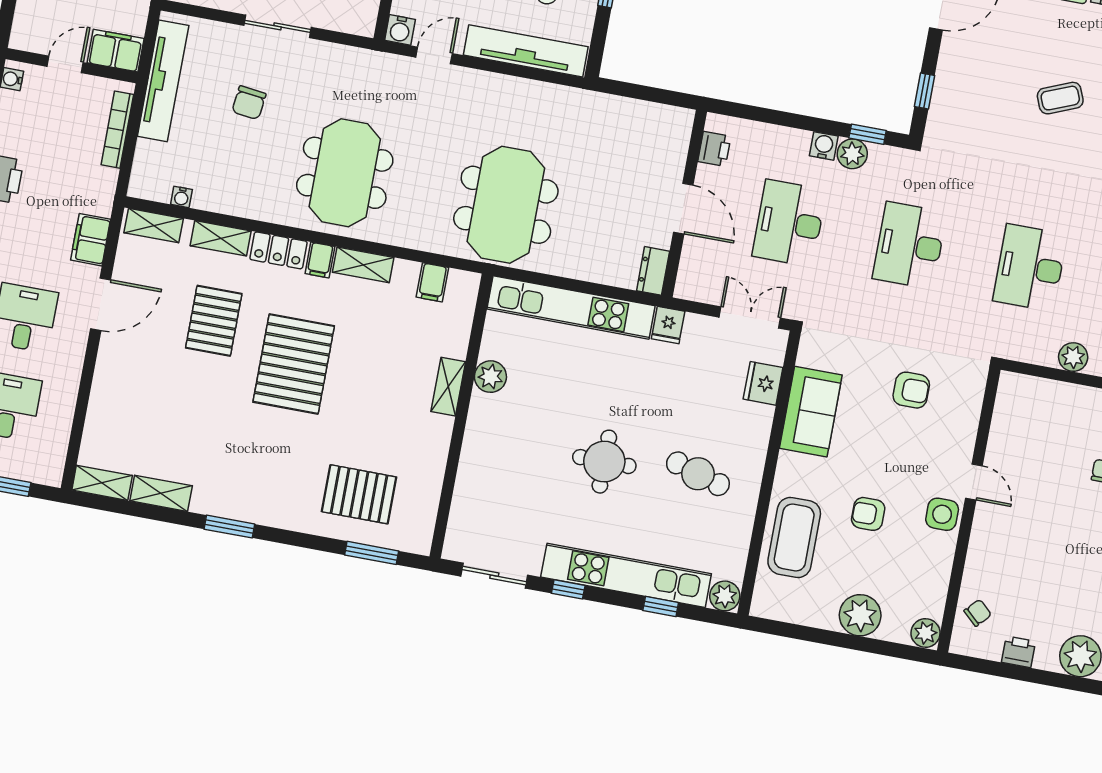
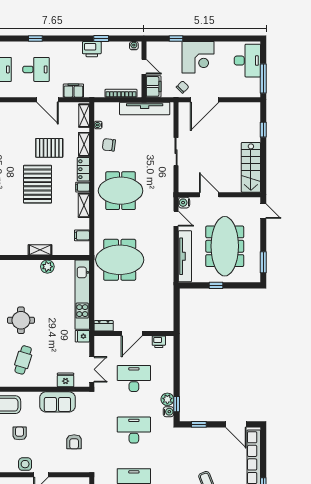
chair: (249, 103) -> (109, 145), moved
water cooler: (824, 146) -> (168, 412), moved
pallet: (294, 364) -> (38, 184), turned 90

